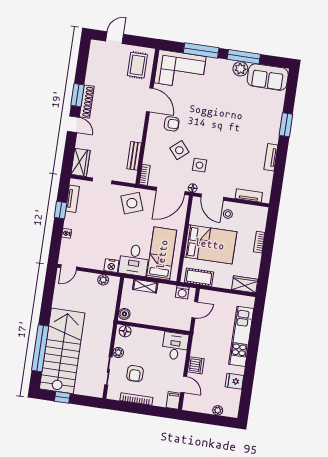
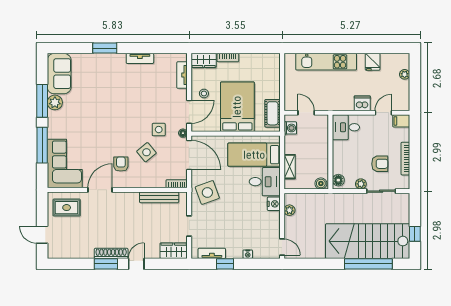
bench: (134, 156) -> (159, 197), width x1.36
wardrobe: (245, 284) -> (204, 60), moved, turned -90

